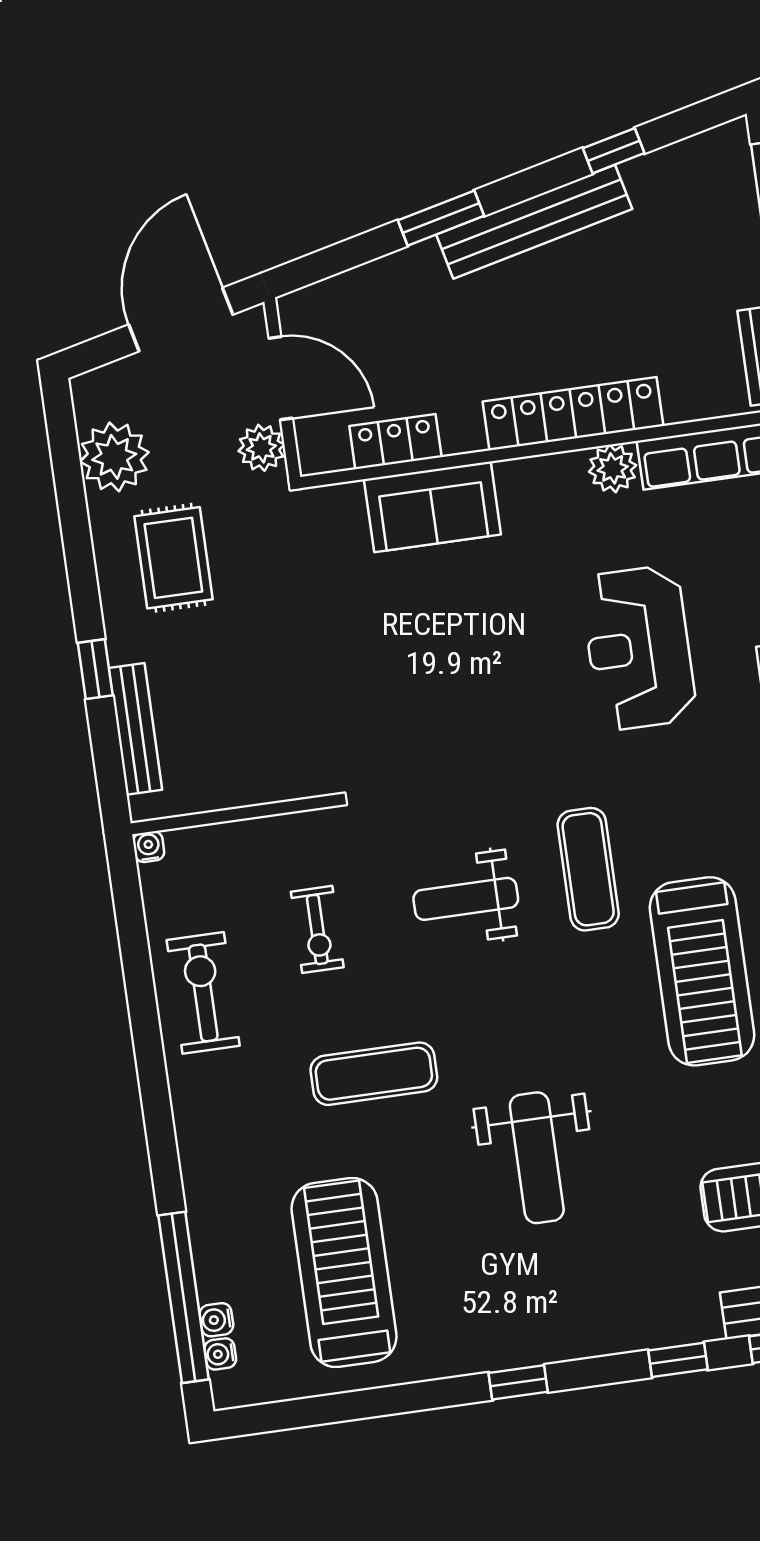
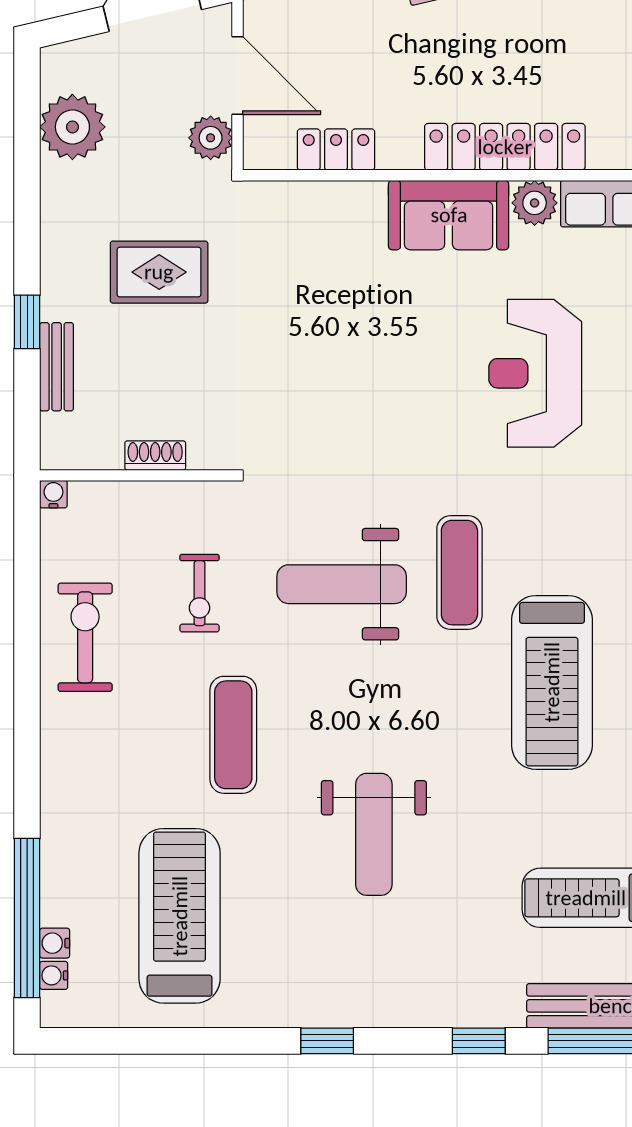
sofa: (432, 507) -> (449, 215), moved
rug: (173, 558) -> (159, 272), moved, turned 90
bench: (135, 729) -> (57, 367), width x0.73
shoe rack: (250, 791) -> (155, 456), added
weight bench: (466, 899) -> (342, 584), width x1.36, depth x1.33
exercise mat: (374, 1074) -> (233, 735), turned 90

